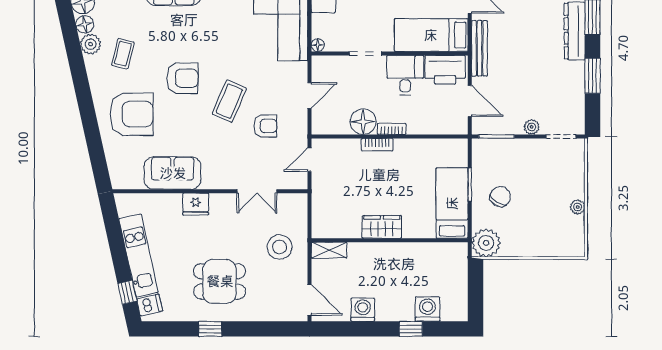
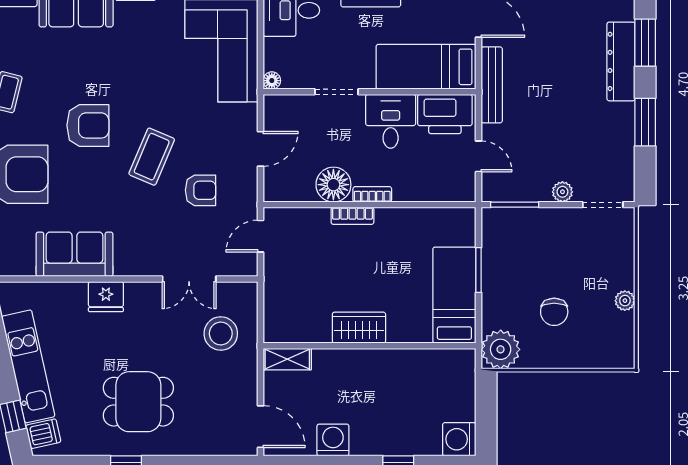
door: (470, 101) -> (479, 156), width x0.73
chair: (500, 197) -> (554, 312), moved, turned 147
stool: (280, 247) -> (221, 334), moved
washing machine: (428, 309) -> (459, 439), moved, turned -90

